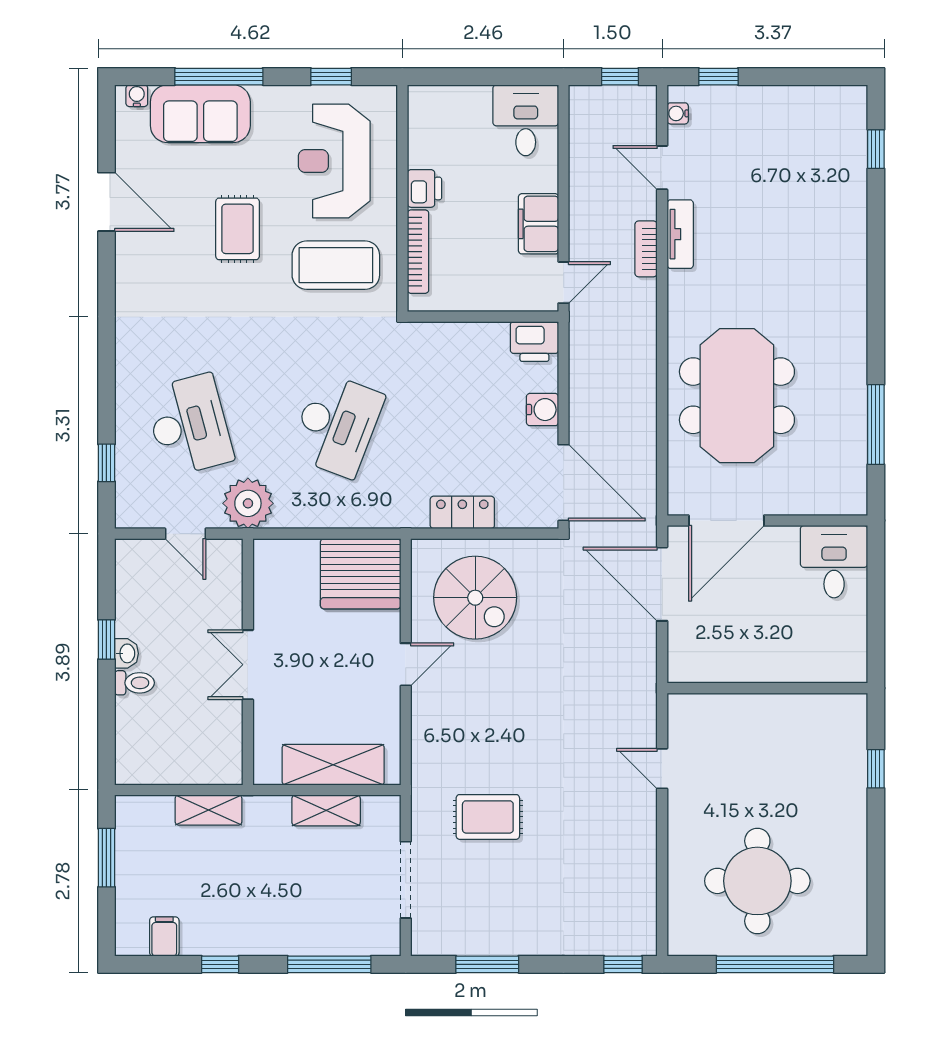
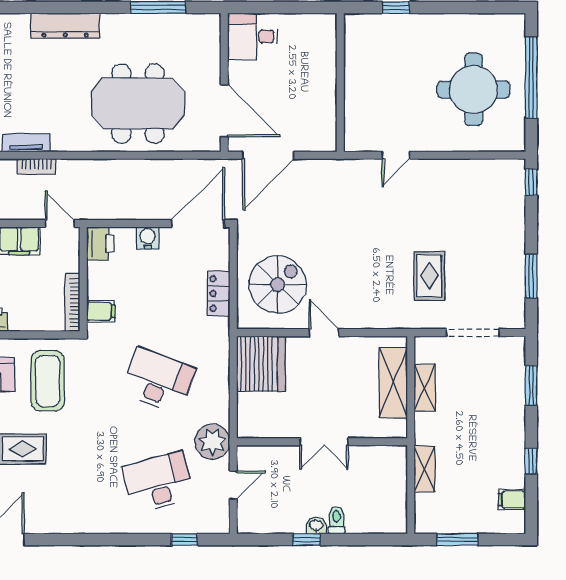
bookcase: (418, 252) -> (72, 303), moved, turned -90
dresser: (850, 290) -> (65, 25), added
filing cabinet: (437, 342) -> (101, 311), added
window: (329, 964) -> (531, 385), width x0.69

